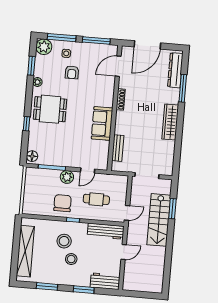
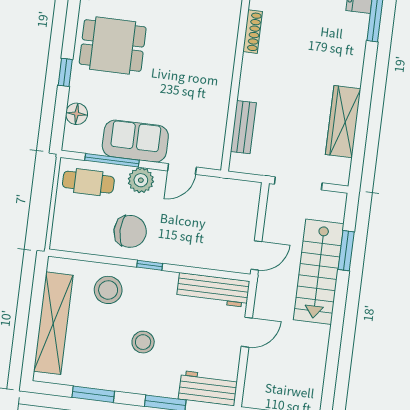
wardrobe: (170, 122) -> (343, 122), moved
sofa: (102, 123) -> (135, 141), moved, turned 90
floor lamp: (32, 156) -> (77, 114), moved
cafe table: (96, 199) -> (88, 182), moved
chair: (63, 203) -> (130, 231), turned 90
stool: (64, 241) -> (108, 290), moved

